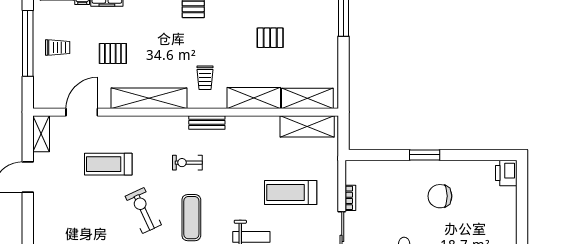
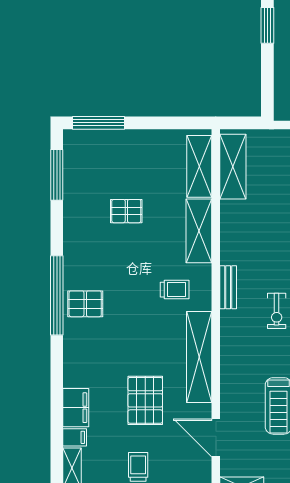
pallet: (270, 38) -> (126, 211), turned 90
pallet: (113, 53) -> (145, 400), width x1.50, depth x1.42

